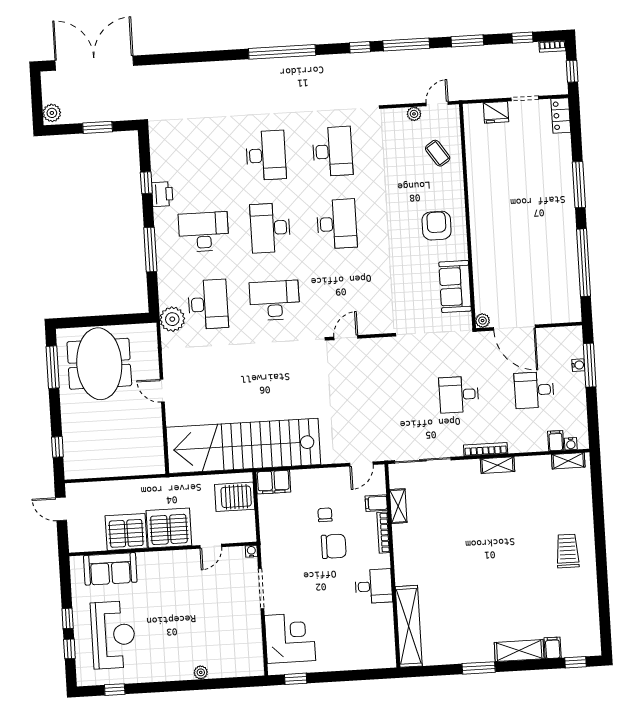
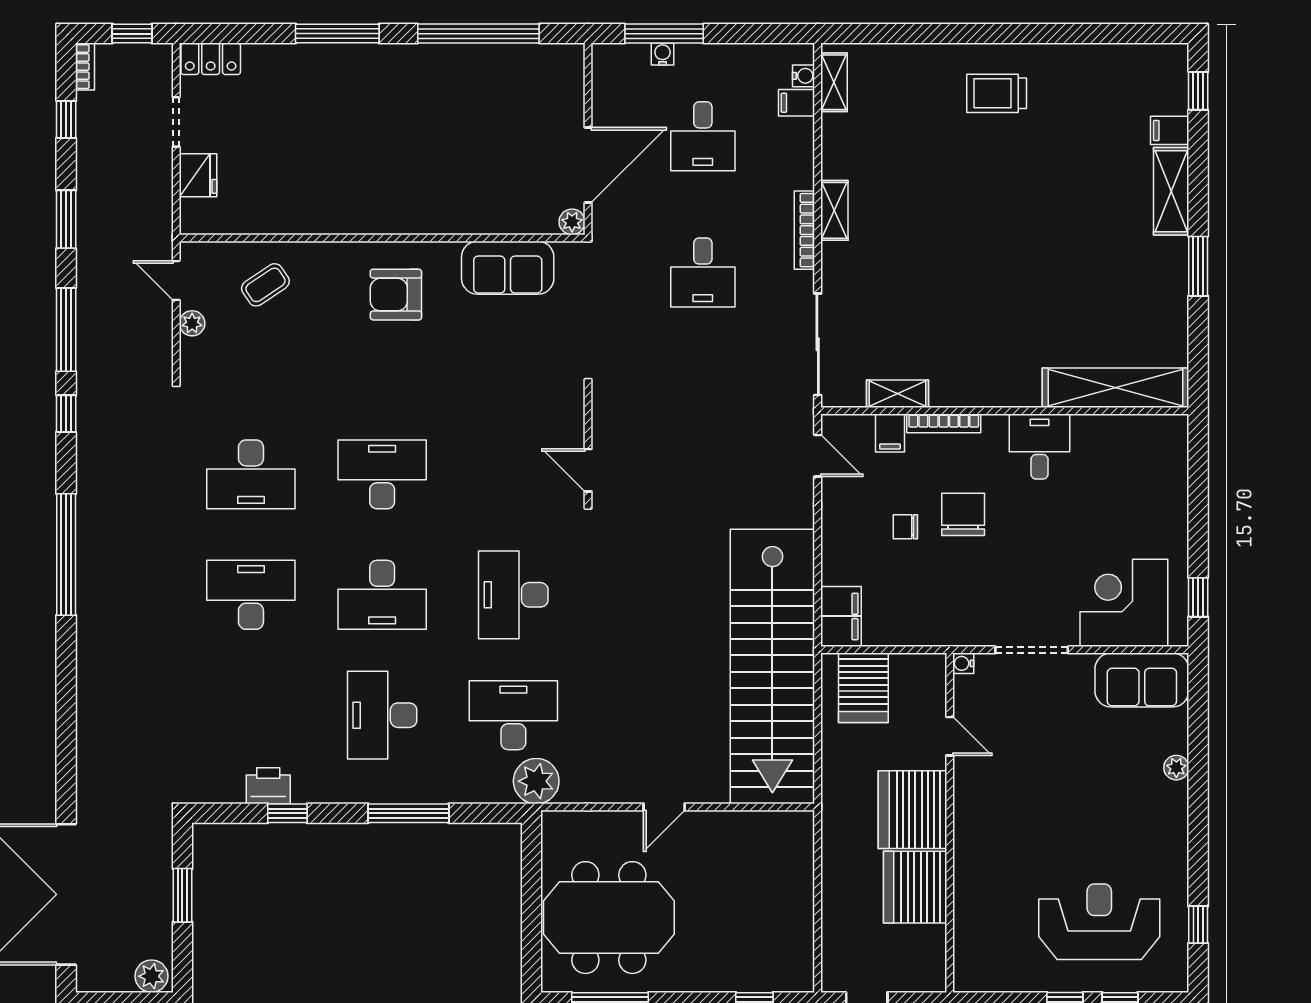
desk: (332, 151) -> (251, 474), turned 180
printer: (162, 194) -> (268, 786), moved
sofa: (110, 569) -> (1142, 680), moved, turned 90

